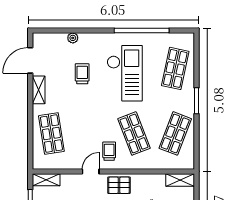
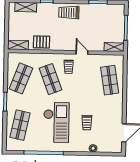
checkout: (125, 73) -> (56, 122), turned 180
shelving: (39, 90) -> (118, 112), removed
door: (91, 171) -> (82, 52), swing flipped
pallet: (119, 185) -> (41, 42), moved

